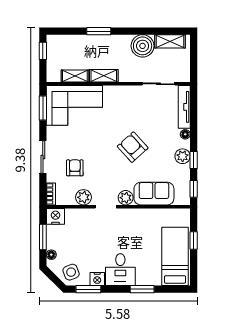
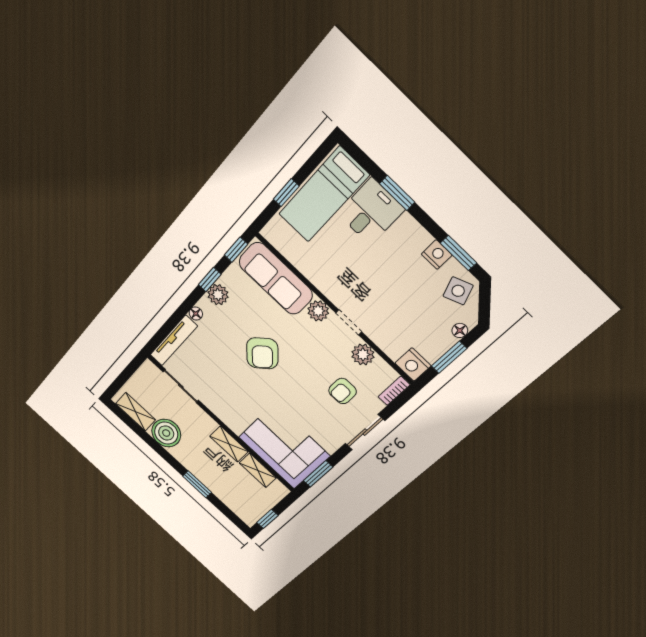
sofa: (154, 194) -> (276, 278), width x1.36
desk: (120, 270) -> (371, 212), moved

